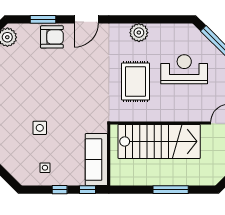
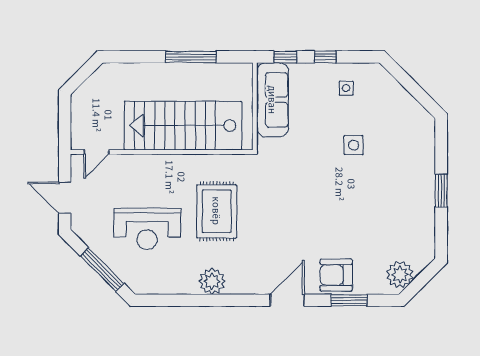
window: (171, 190) -> (191, 57), moved

